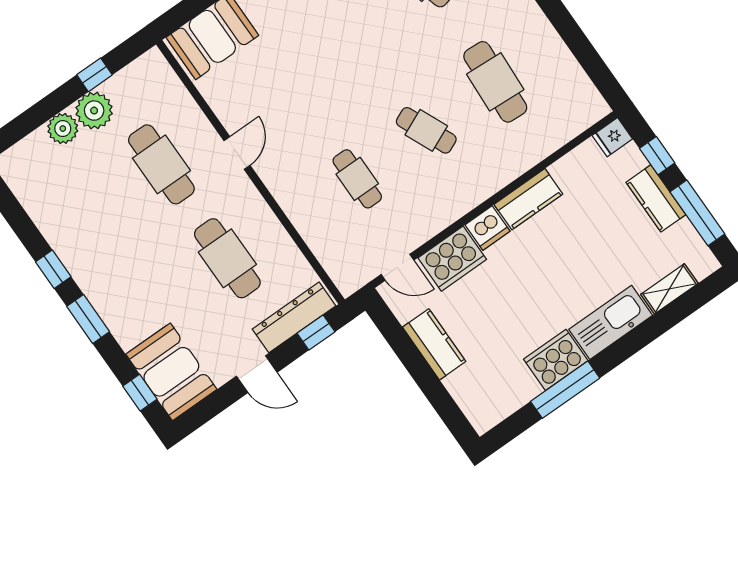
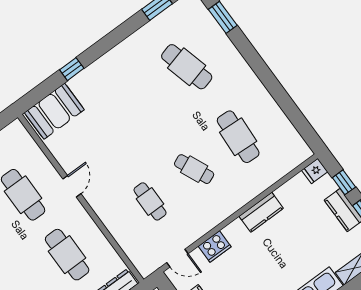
dishwasher: (487, 228) -> (235, 231), removed
cooker: (452, 259) -> (215, 246), width x0.73, depth x0.76

